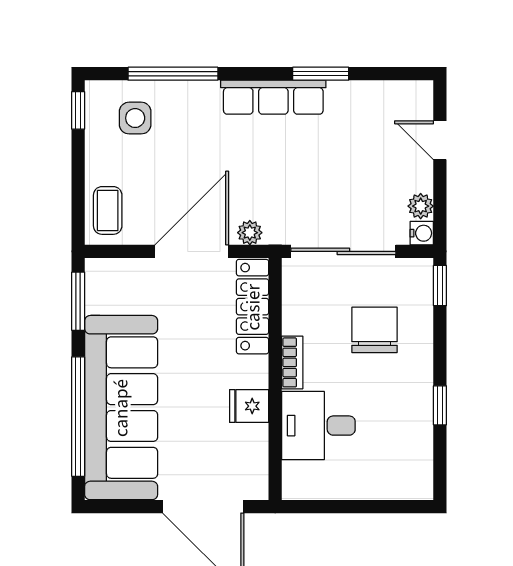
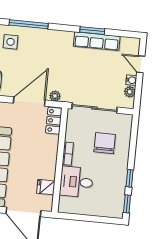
row of seats: (273, 97) -> (97, 41), moved
water cooler: (422, 233) -> (131, 80), moved
window: (440, 286) -> (127, 204), moved
locker: (253, 307) -> (54, 121), width x0.66
fridge: (249, 406) -> (46, 187), moved

